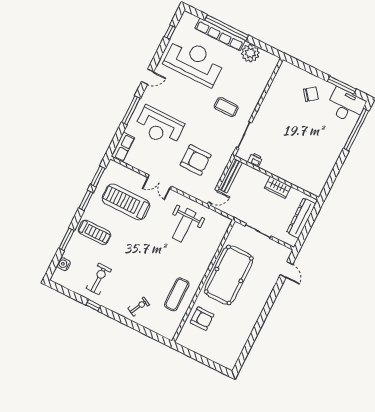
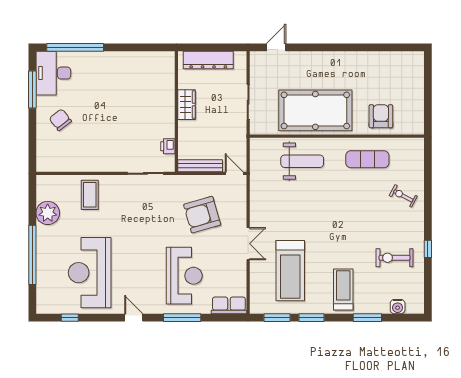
row of seats: (220, 35) -> (44, 258), removed
coffee table: (226, 107) -> (90, 195), moved
armchair: (196, 160) -> (202, 215), turned -106
weight bench: (184, 225) -> (302, 161), moved

